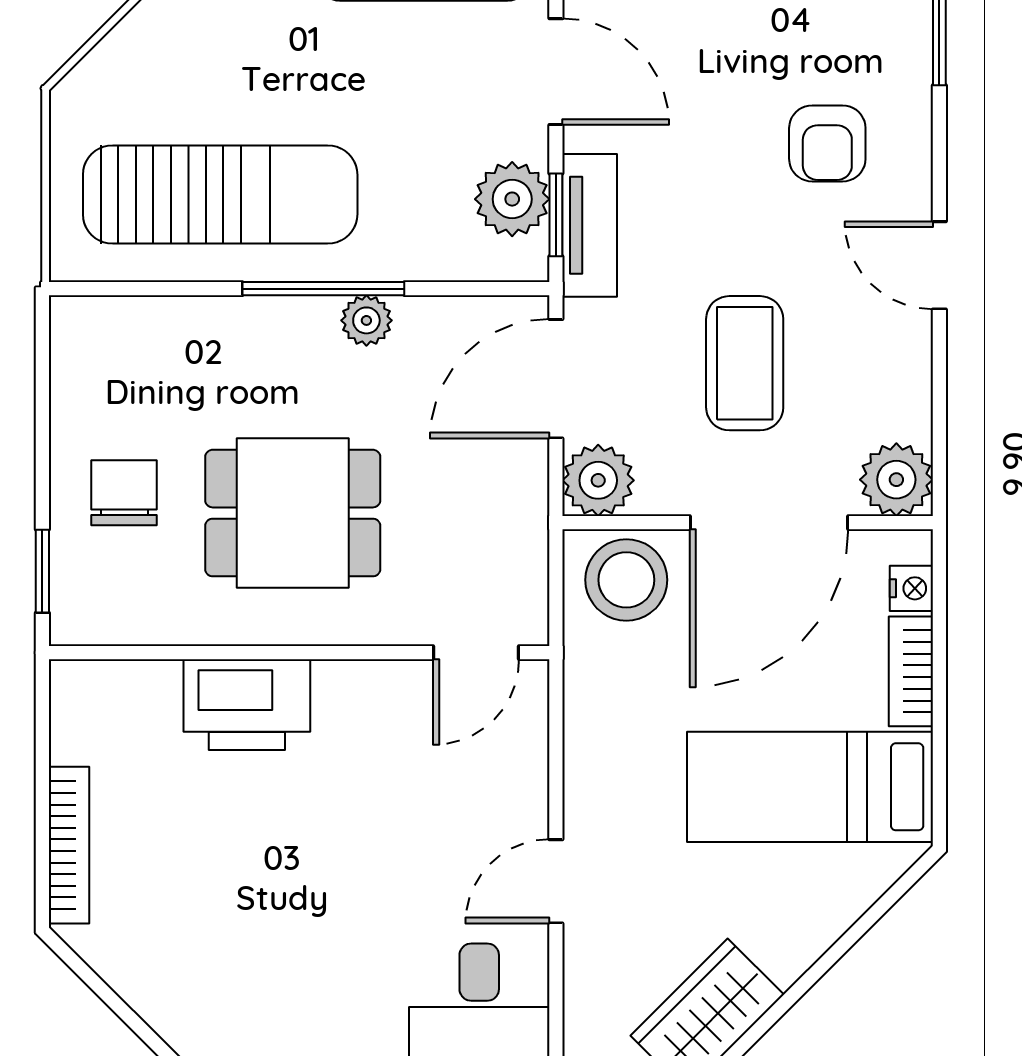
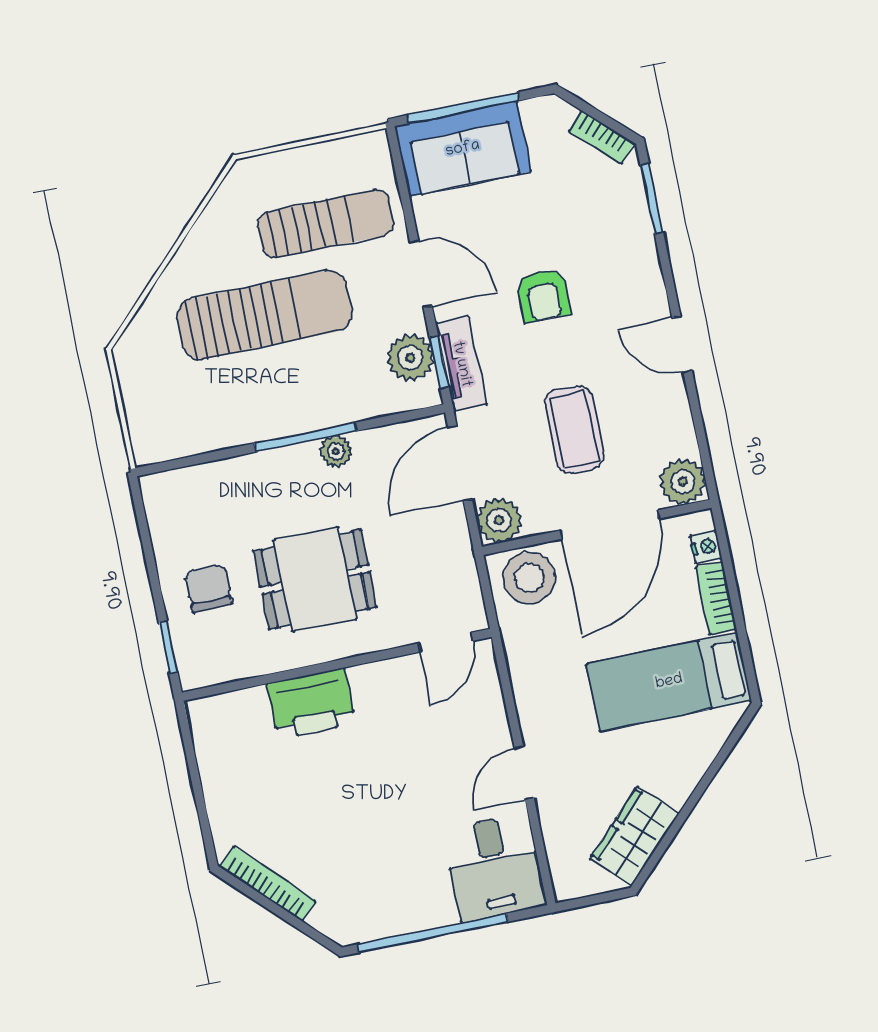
armchair: (827, 143) -> (543, 295), moved
sun lounger: (220, 195) -> (264, 315), moved
bookcase: (69, 845) -> (268, 884), moved, turned -45

